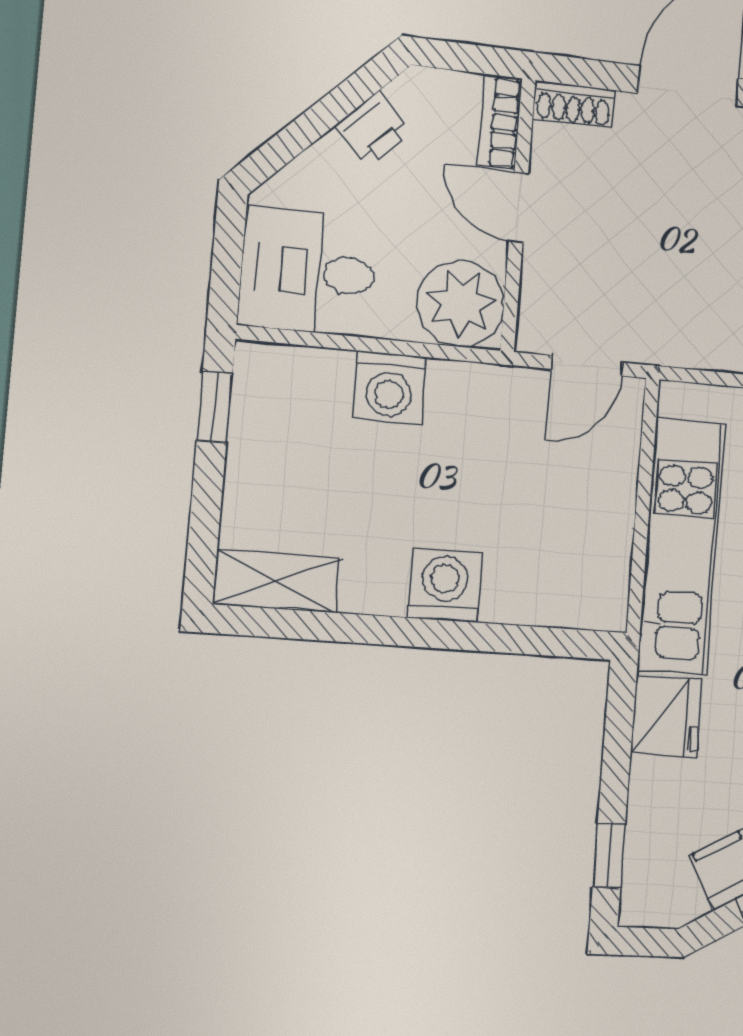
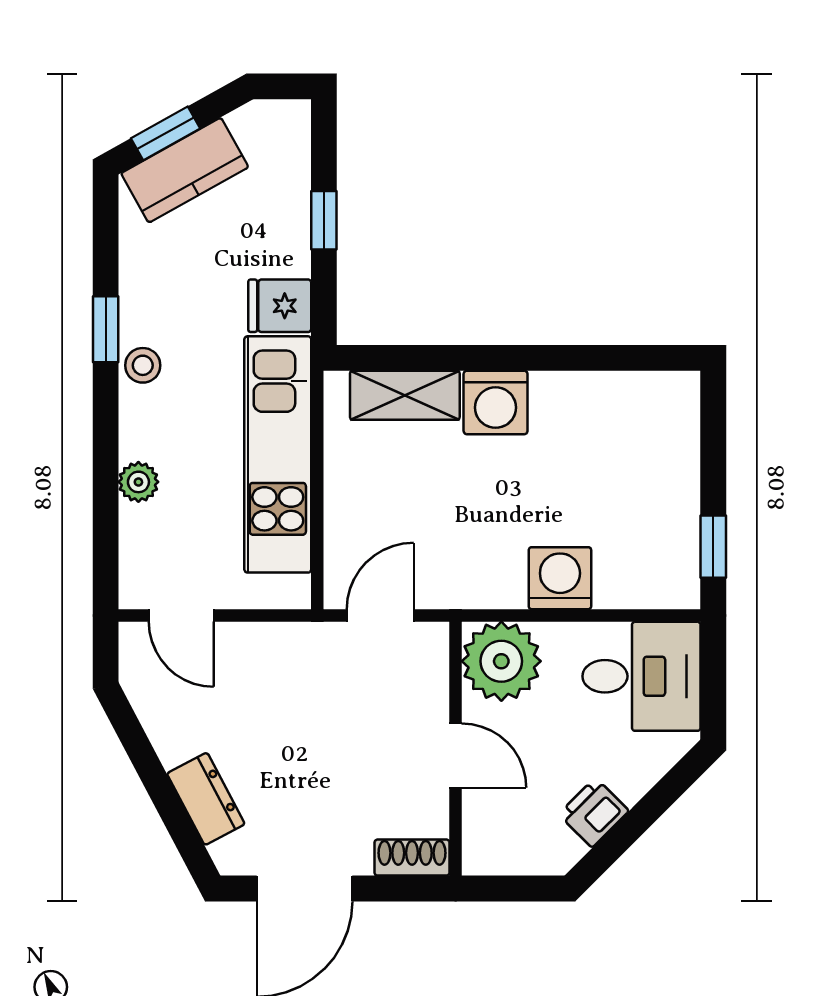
bookcase: (500, 122) -> (479, 833), removed
shelving: (277, 581) -> (405, 395), moved
fridge: (666, 717) -> (280, 306), width x0.72
window: (609, 856) -> (324, 220), moved

